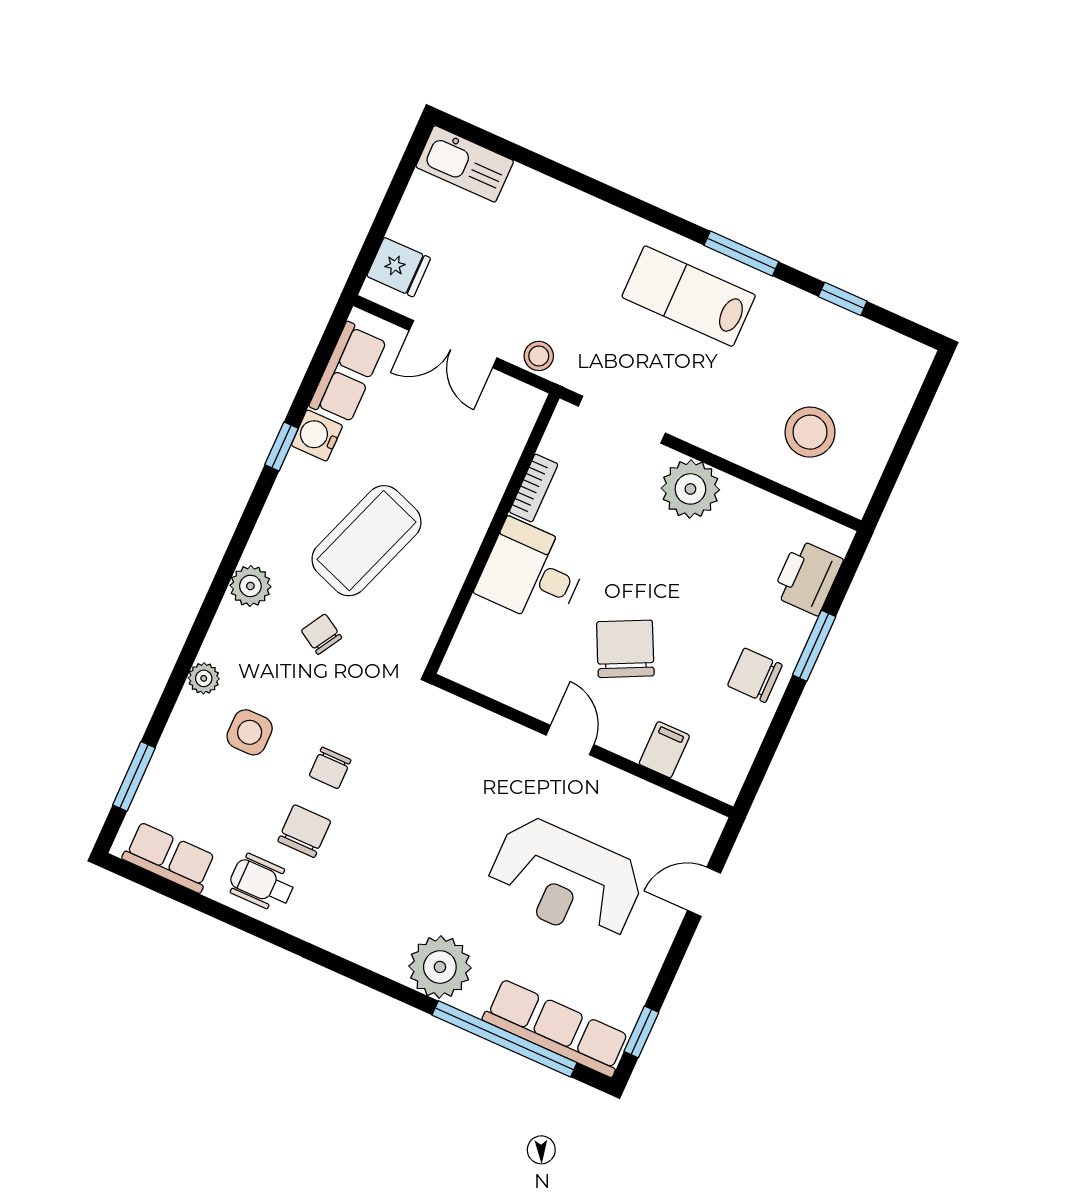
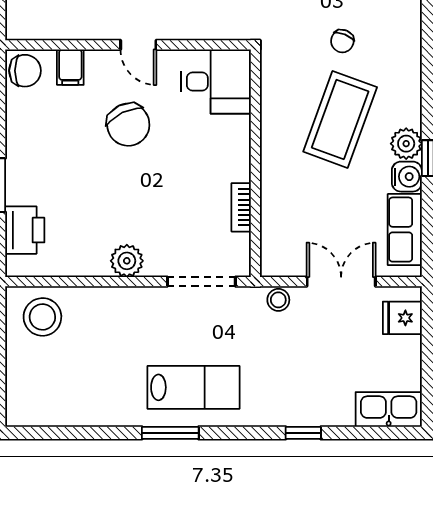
window: (843, 299) -> (303, 433), moved
stool: (810, 432) -> (42, 317), moved
plant: (690, 489) -> (127, 261), width x0.73, depth x0.73
desk: (532, 573) -> (216, 82), moved
plant: (250, 586) -> (406, 144), moved
chair: (322, 634) -> (342, 41), turned 81
chair: (755, 675) -> (25, 71), moved

